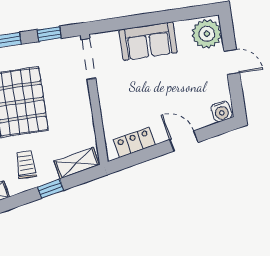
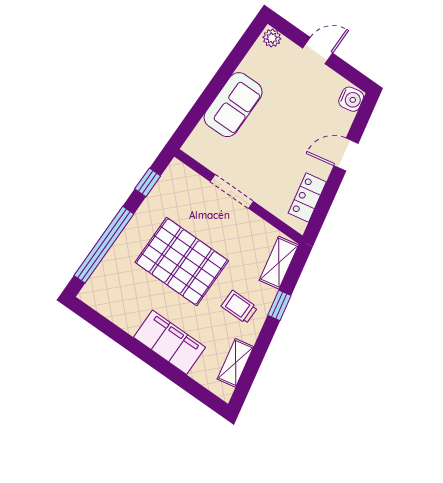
plant: (207, 34) -> (272, 38), width x0.53, depth x0.53
doorway: (88, 59) -> (232, 191), moved

